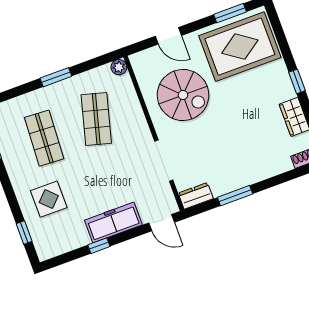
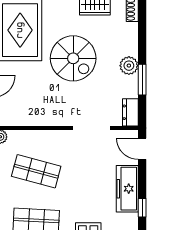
spiral stairs: (183, 95) -> (73, 58), moved, turned 90
plant: (245, 176) -> (129, 66), added
door: (162, 223) -> (142, 149), swing flipped

